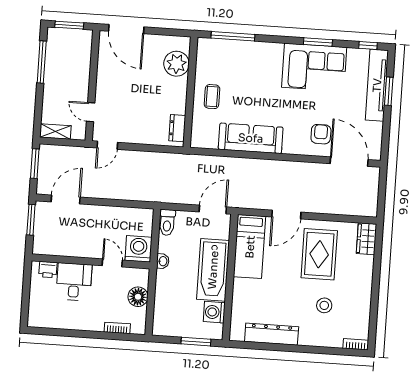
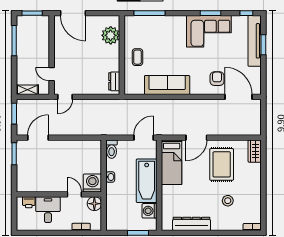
washing machine: (138, 249) -> (92, 183), moved
wall: (91, 261) -> (59, 194), moved
door: (112, 263) -> (74, 194), moved
printer: (48, 270) -> (29, 202), moved
desk: (74, 282) -> (48, 210), moved

